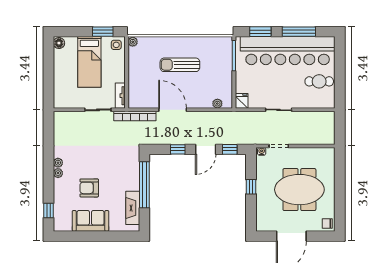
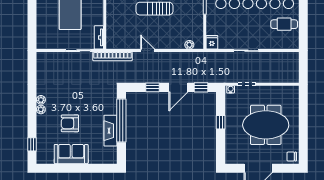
door: (173, 110) -> (148, 51), width x0.53
fireplace: (133, 208) -> (110, 131), moved

